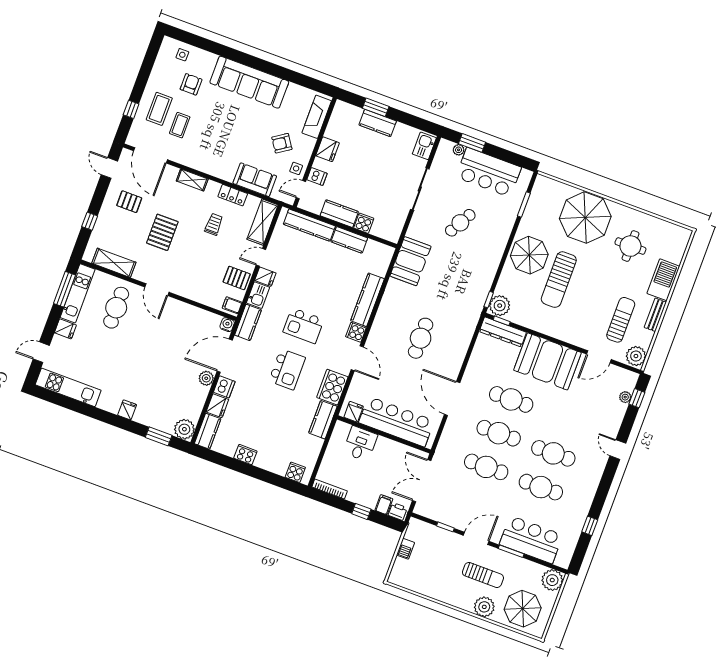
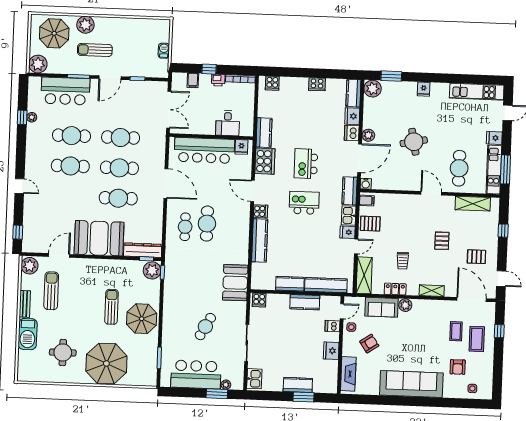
plant: (227, 173) -> (405, 305), added
cooker: (364, 223) -> (259, 300), moved
pallet: (162, 232) -> (442, 241), width x0.67, depth x0.71
sun lounger: (559, 280) -> (111, 307), width x0.73, depth x0.75
sun lounger: (621, 320) -> (51, 291), turned 180
cafe table: (446, 343) -> (185, 227), added
round table: (158, 354) -> (414, 142), added
plant: (625, 397) -> (32, 117), moved
printer: (398, 511) -> (218, 80), moved

